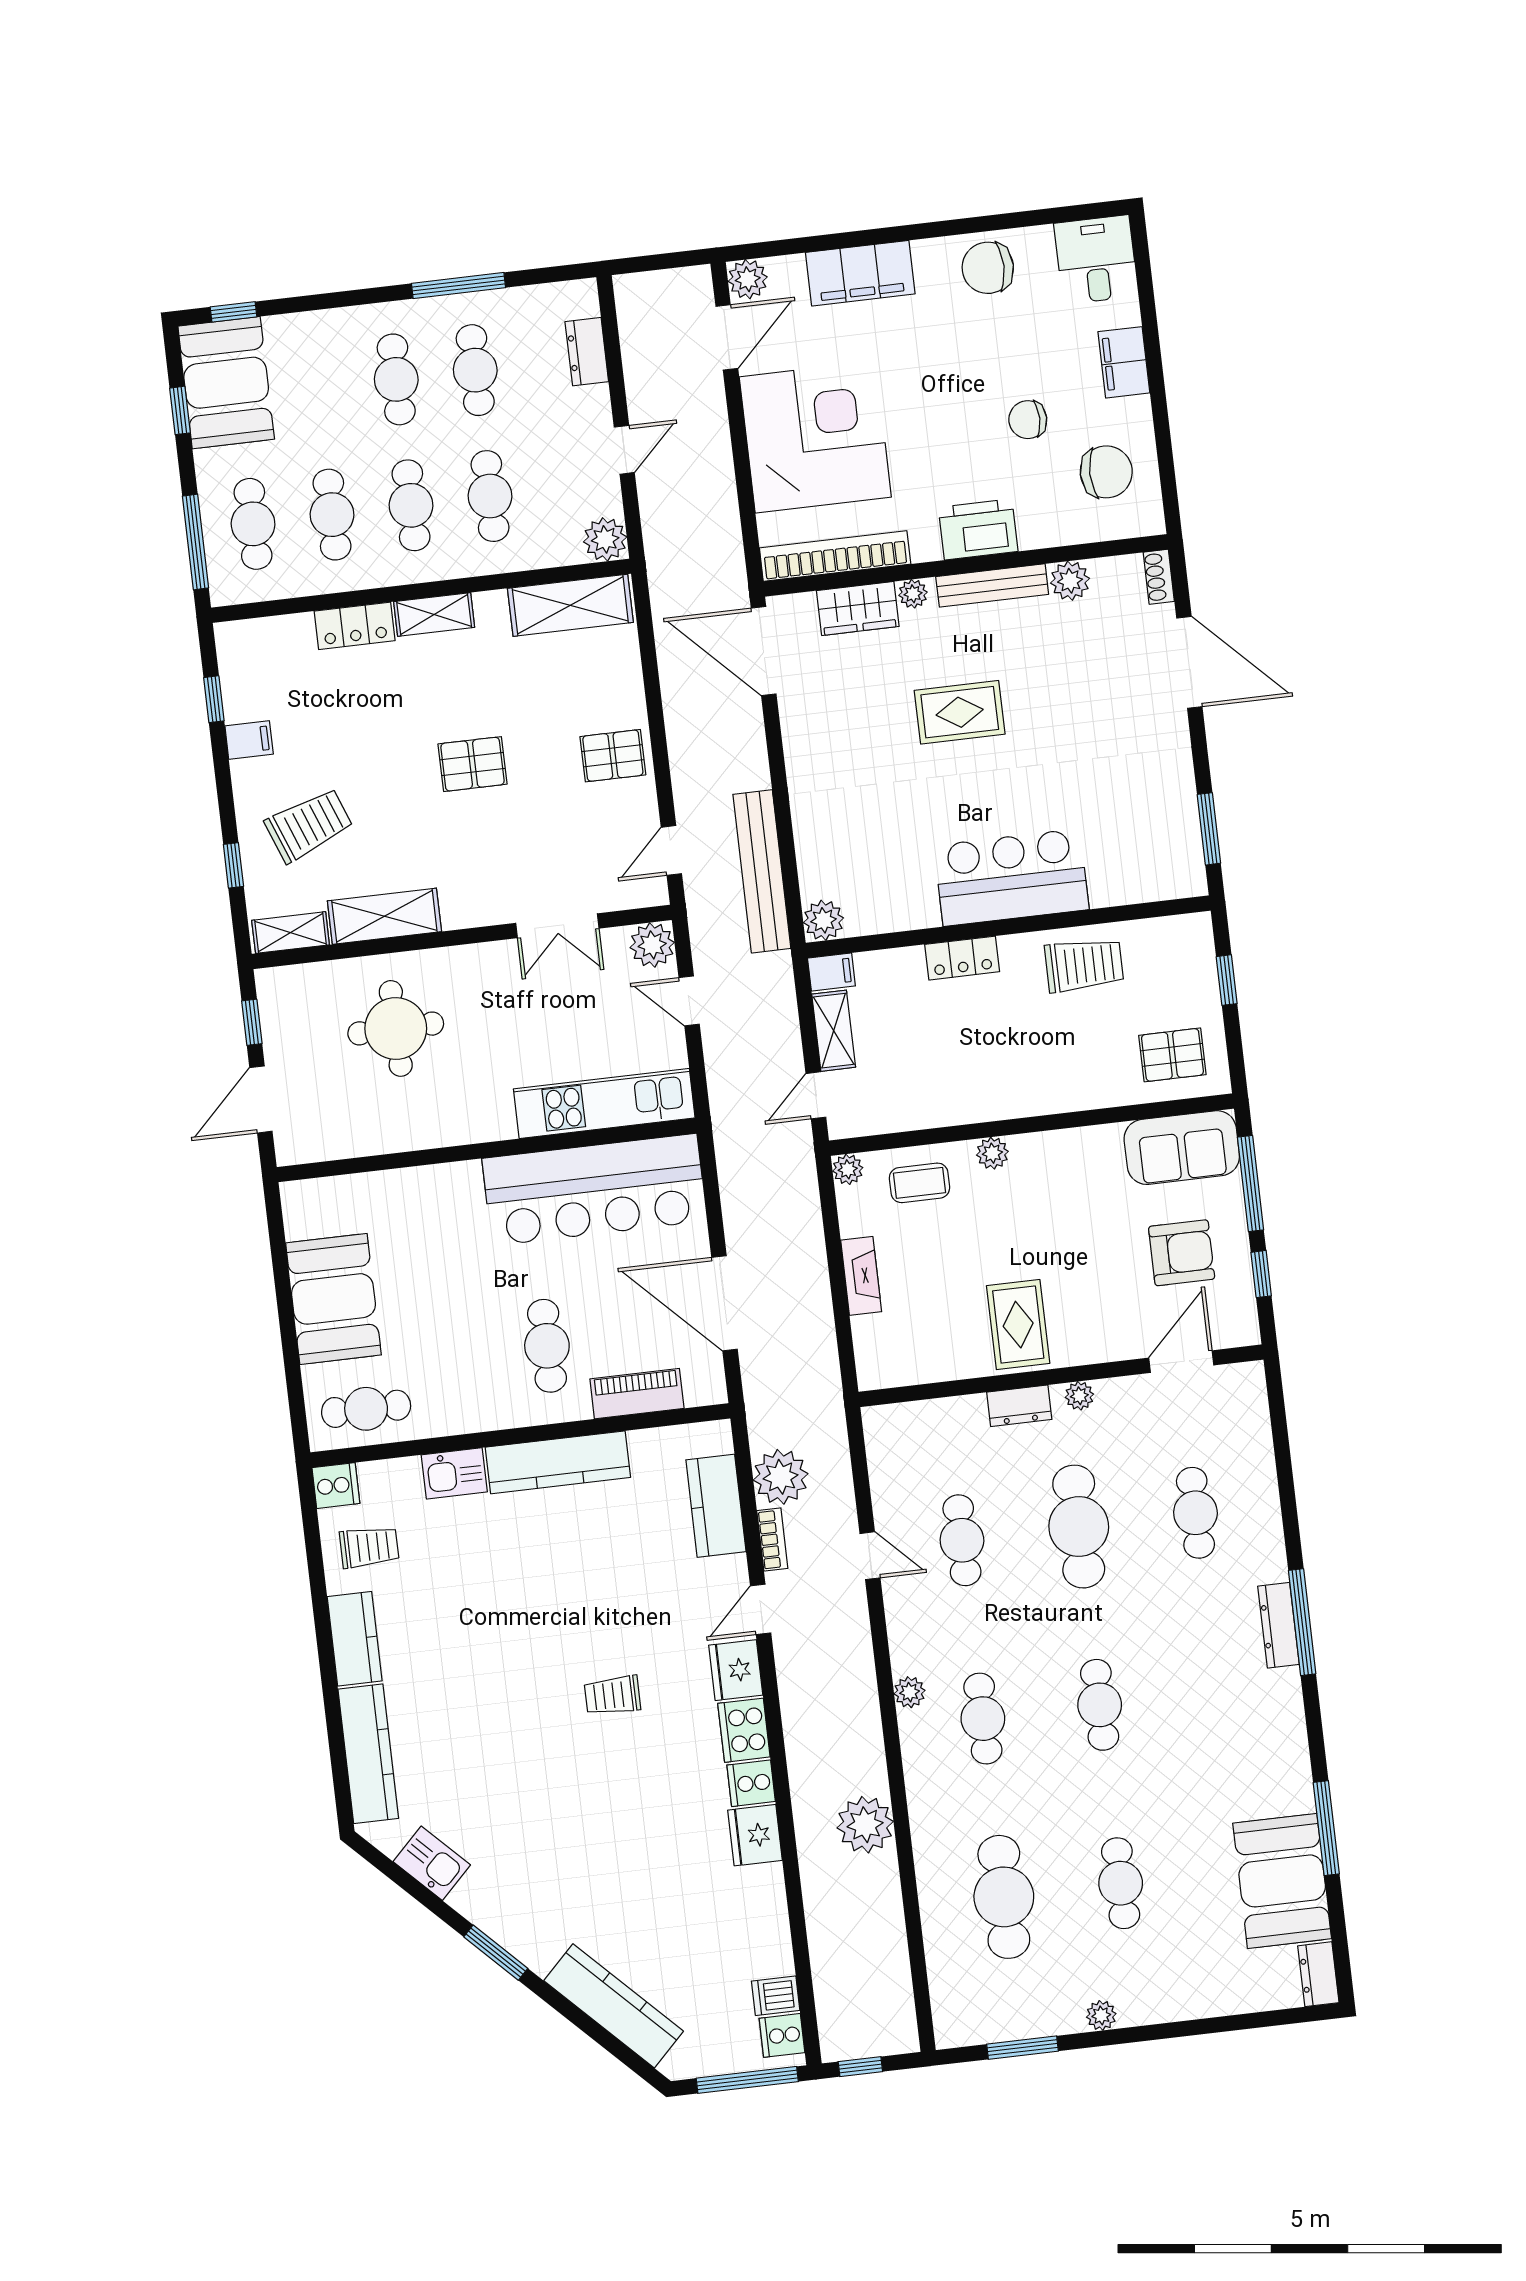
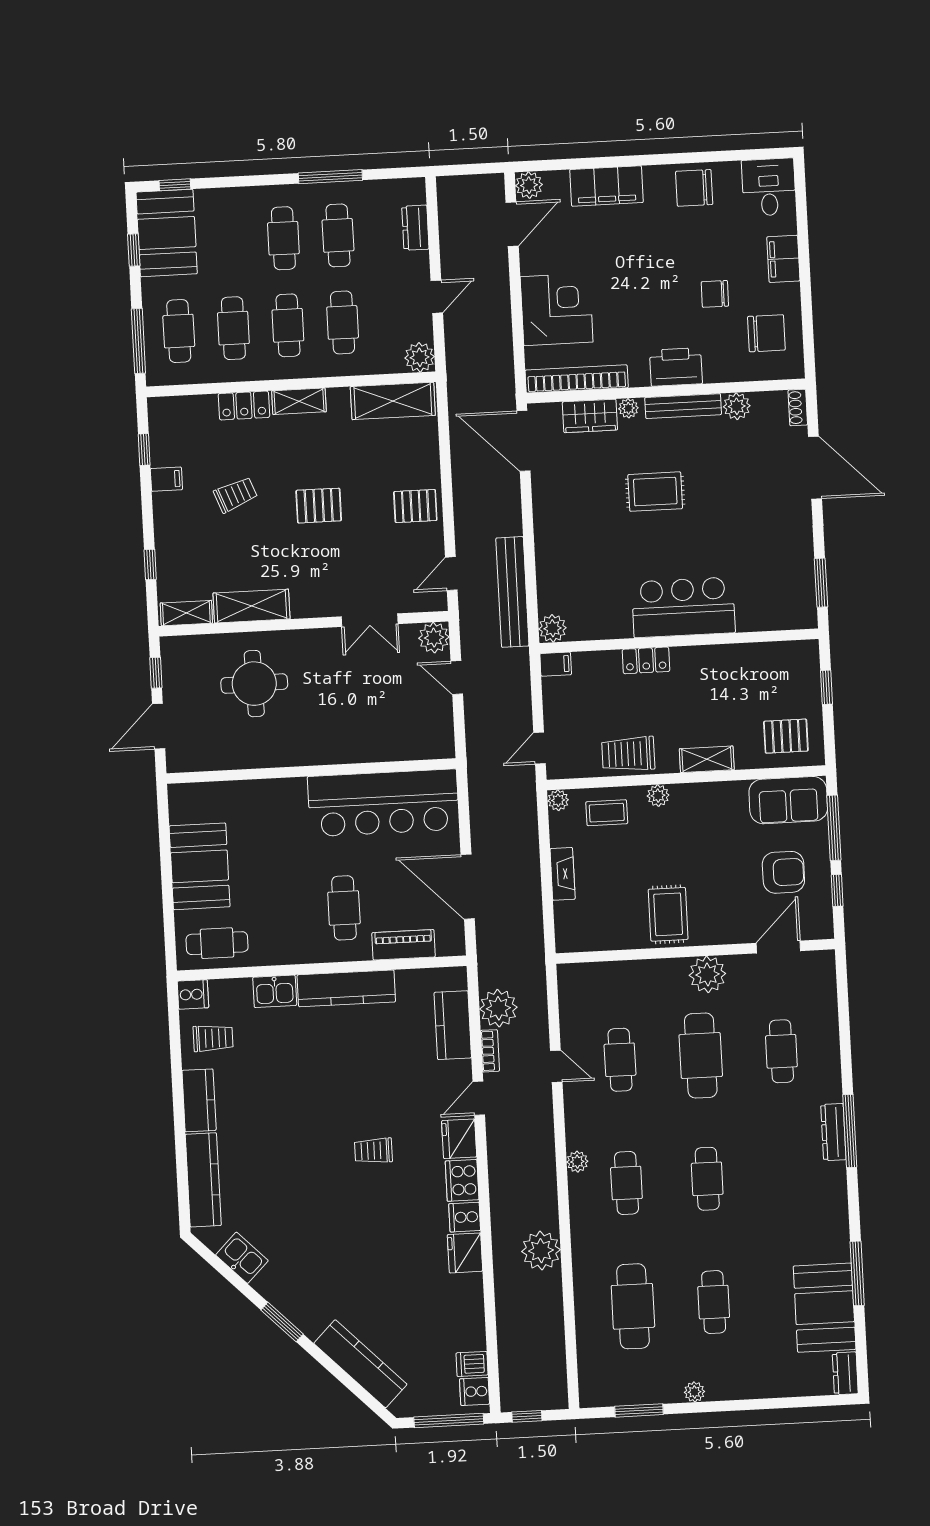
corner desk: (815, 437) -> (557, 309), width x0.74, depth x0.74
trolley: (309, 825) -> (236, 495), moved, width x0.73, depth x0.72
trolley: (1084, 965) -> (628, 754), moved, turned 180
shelving: (834, 1031) -> (707, 759), moved, turned 90
kitchen unit: (604, 1103) -> (394, 744), removed
plant: (1079, 1396) -> (707, 974), width x1.87, depth x1.87
dresser: (1019, 1406) -> (665, 970), removed

